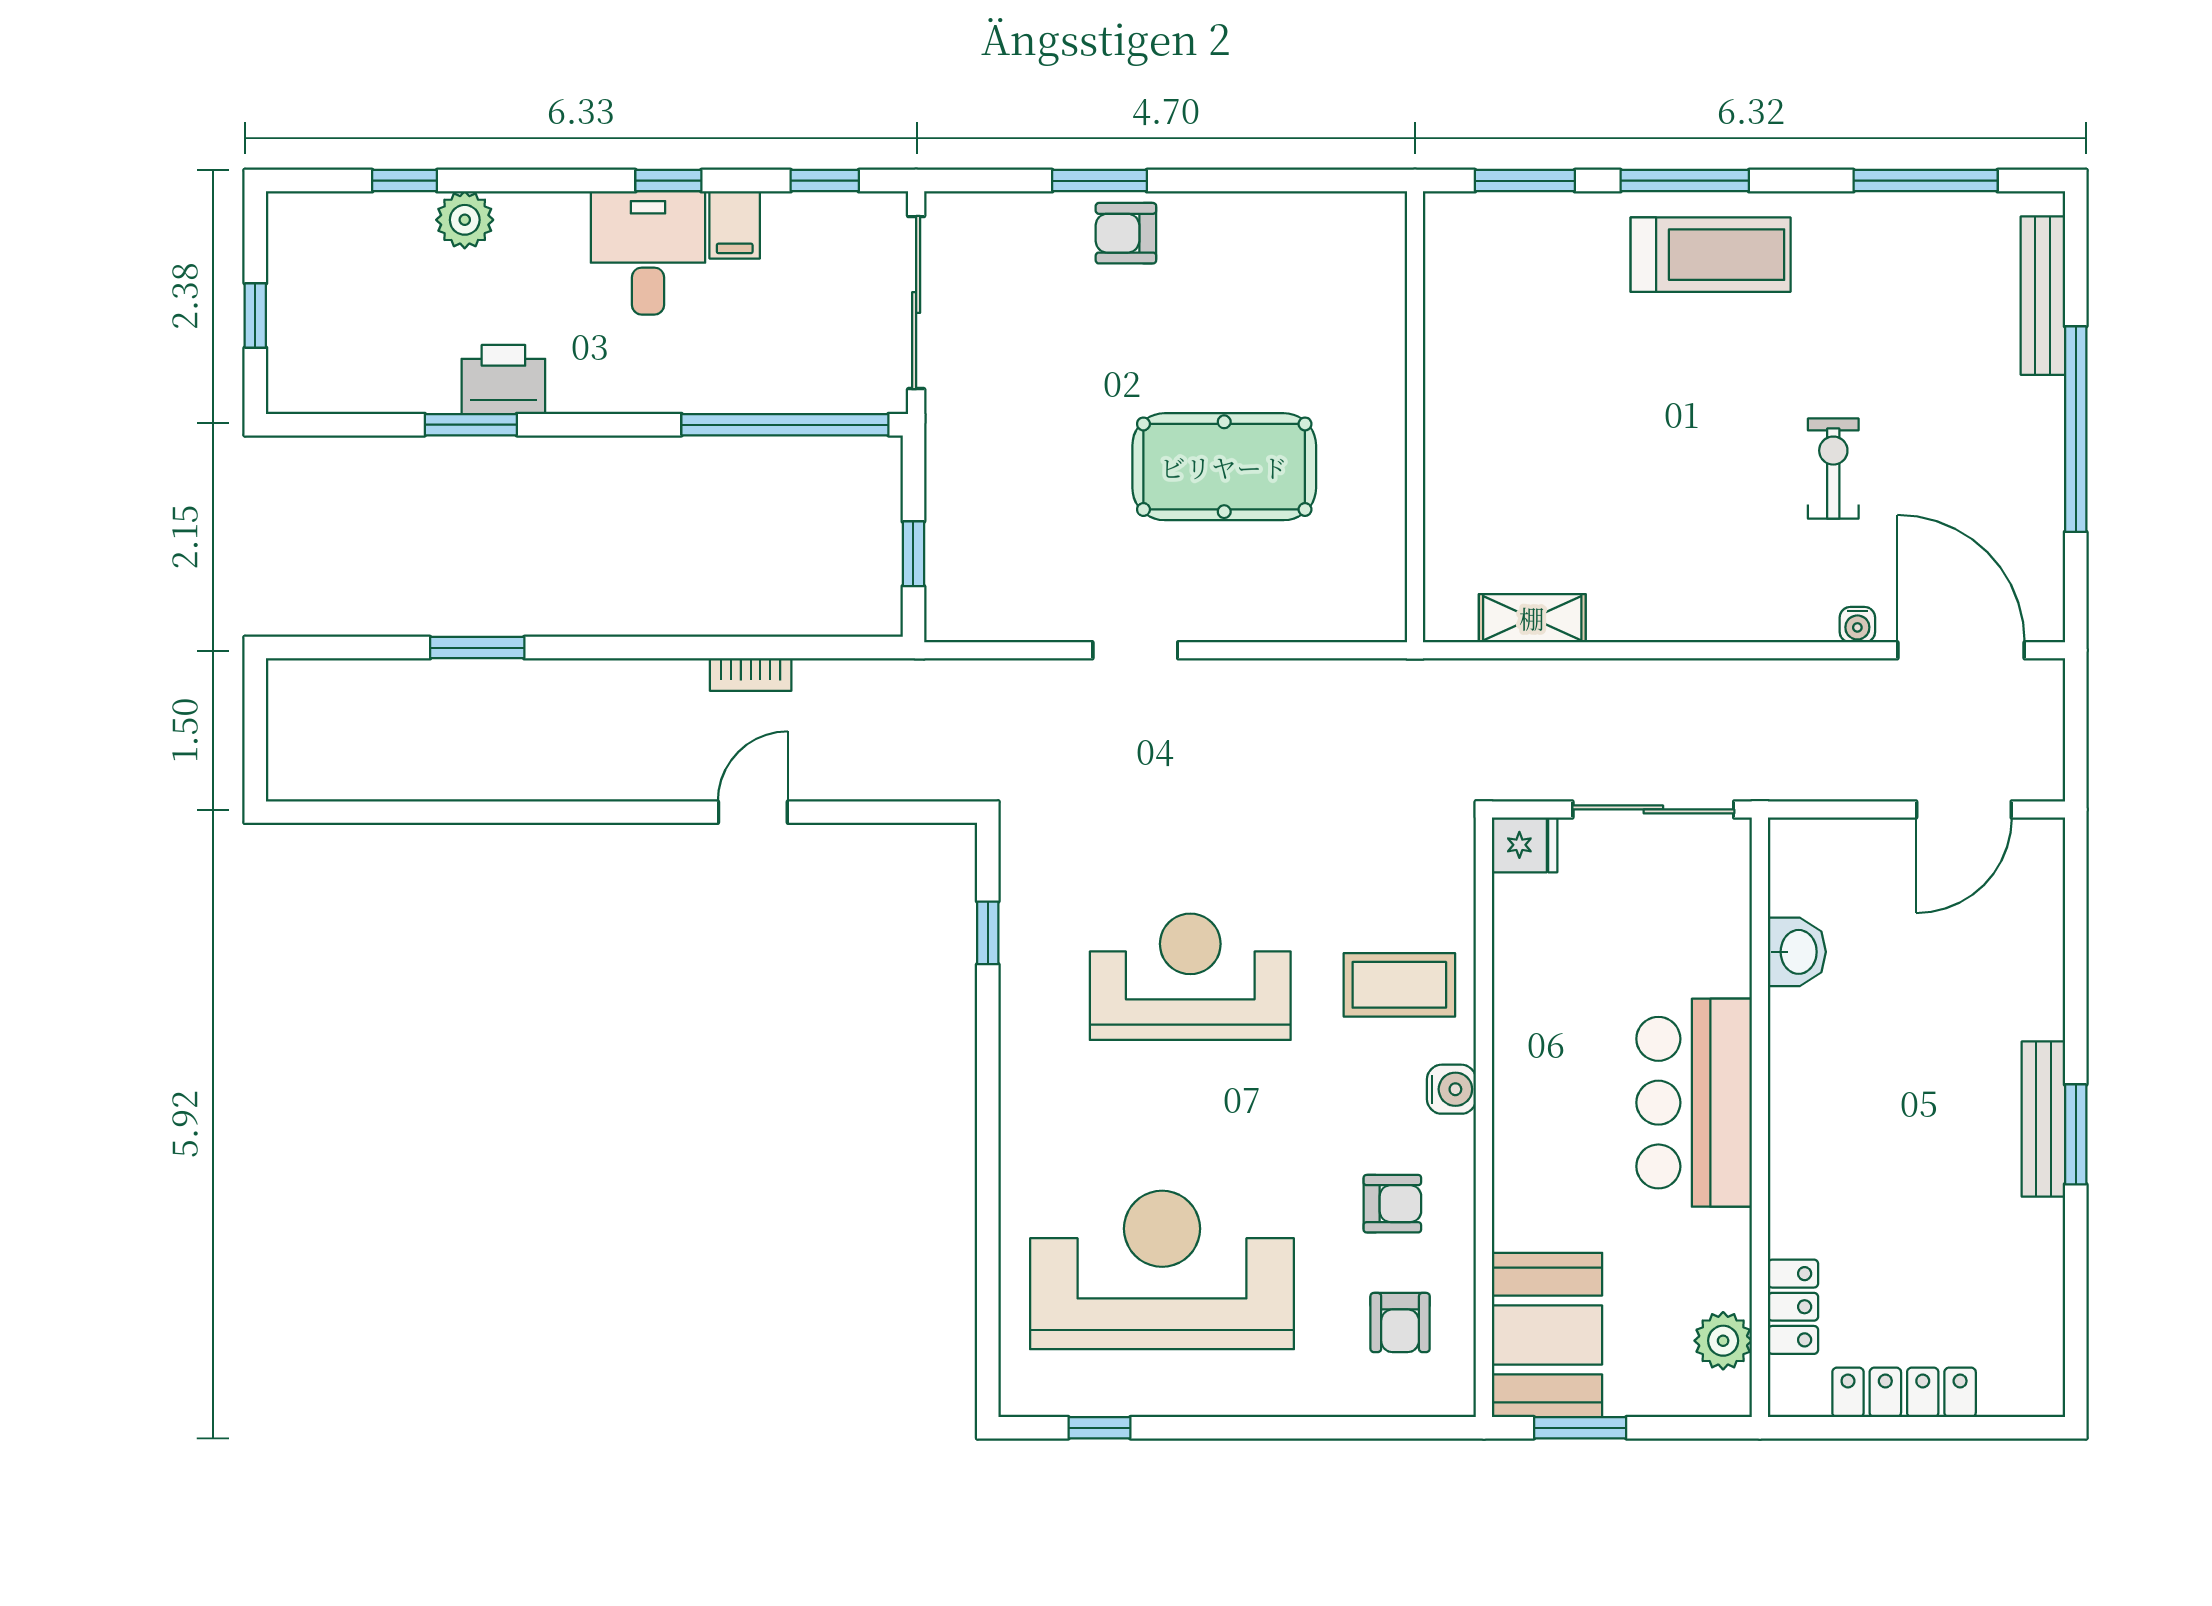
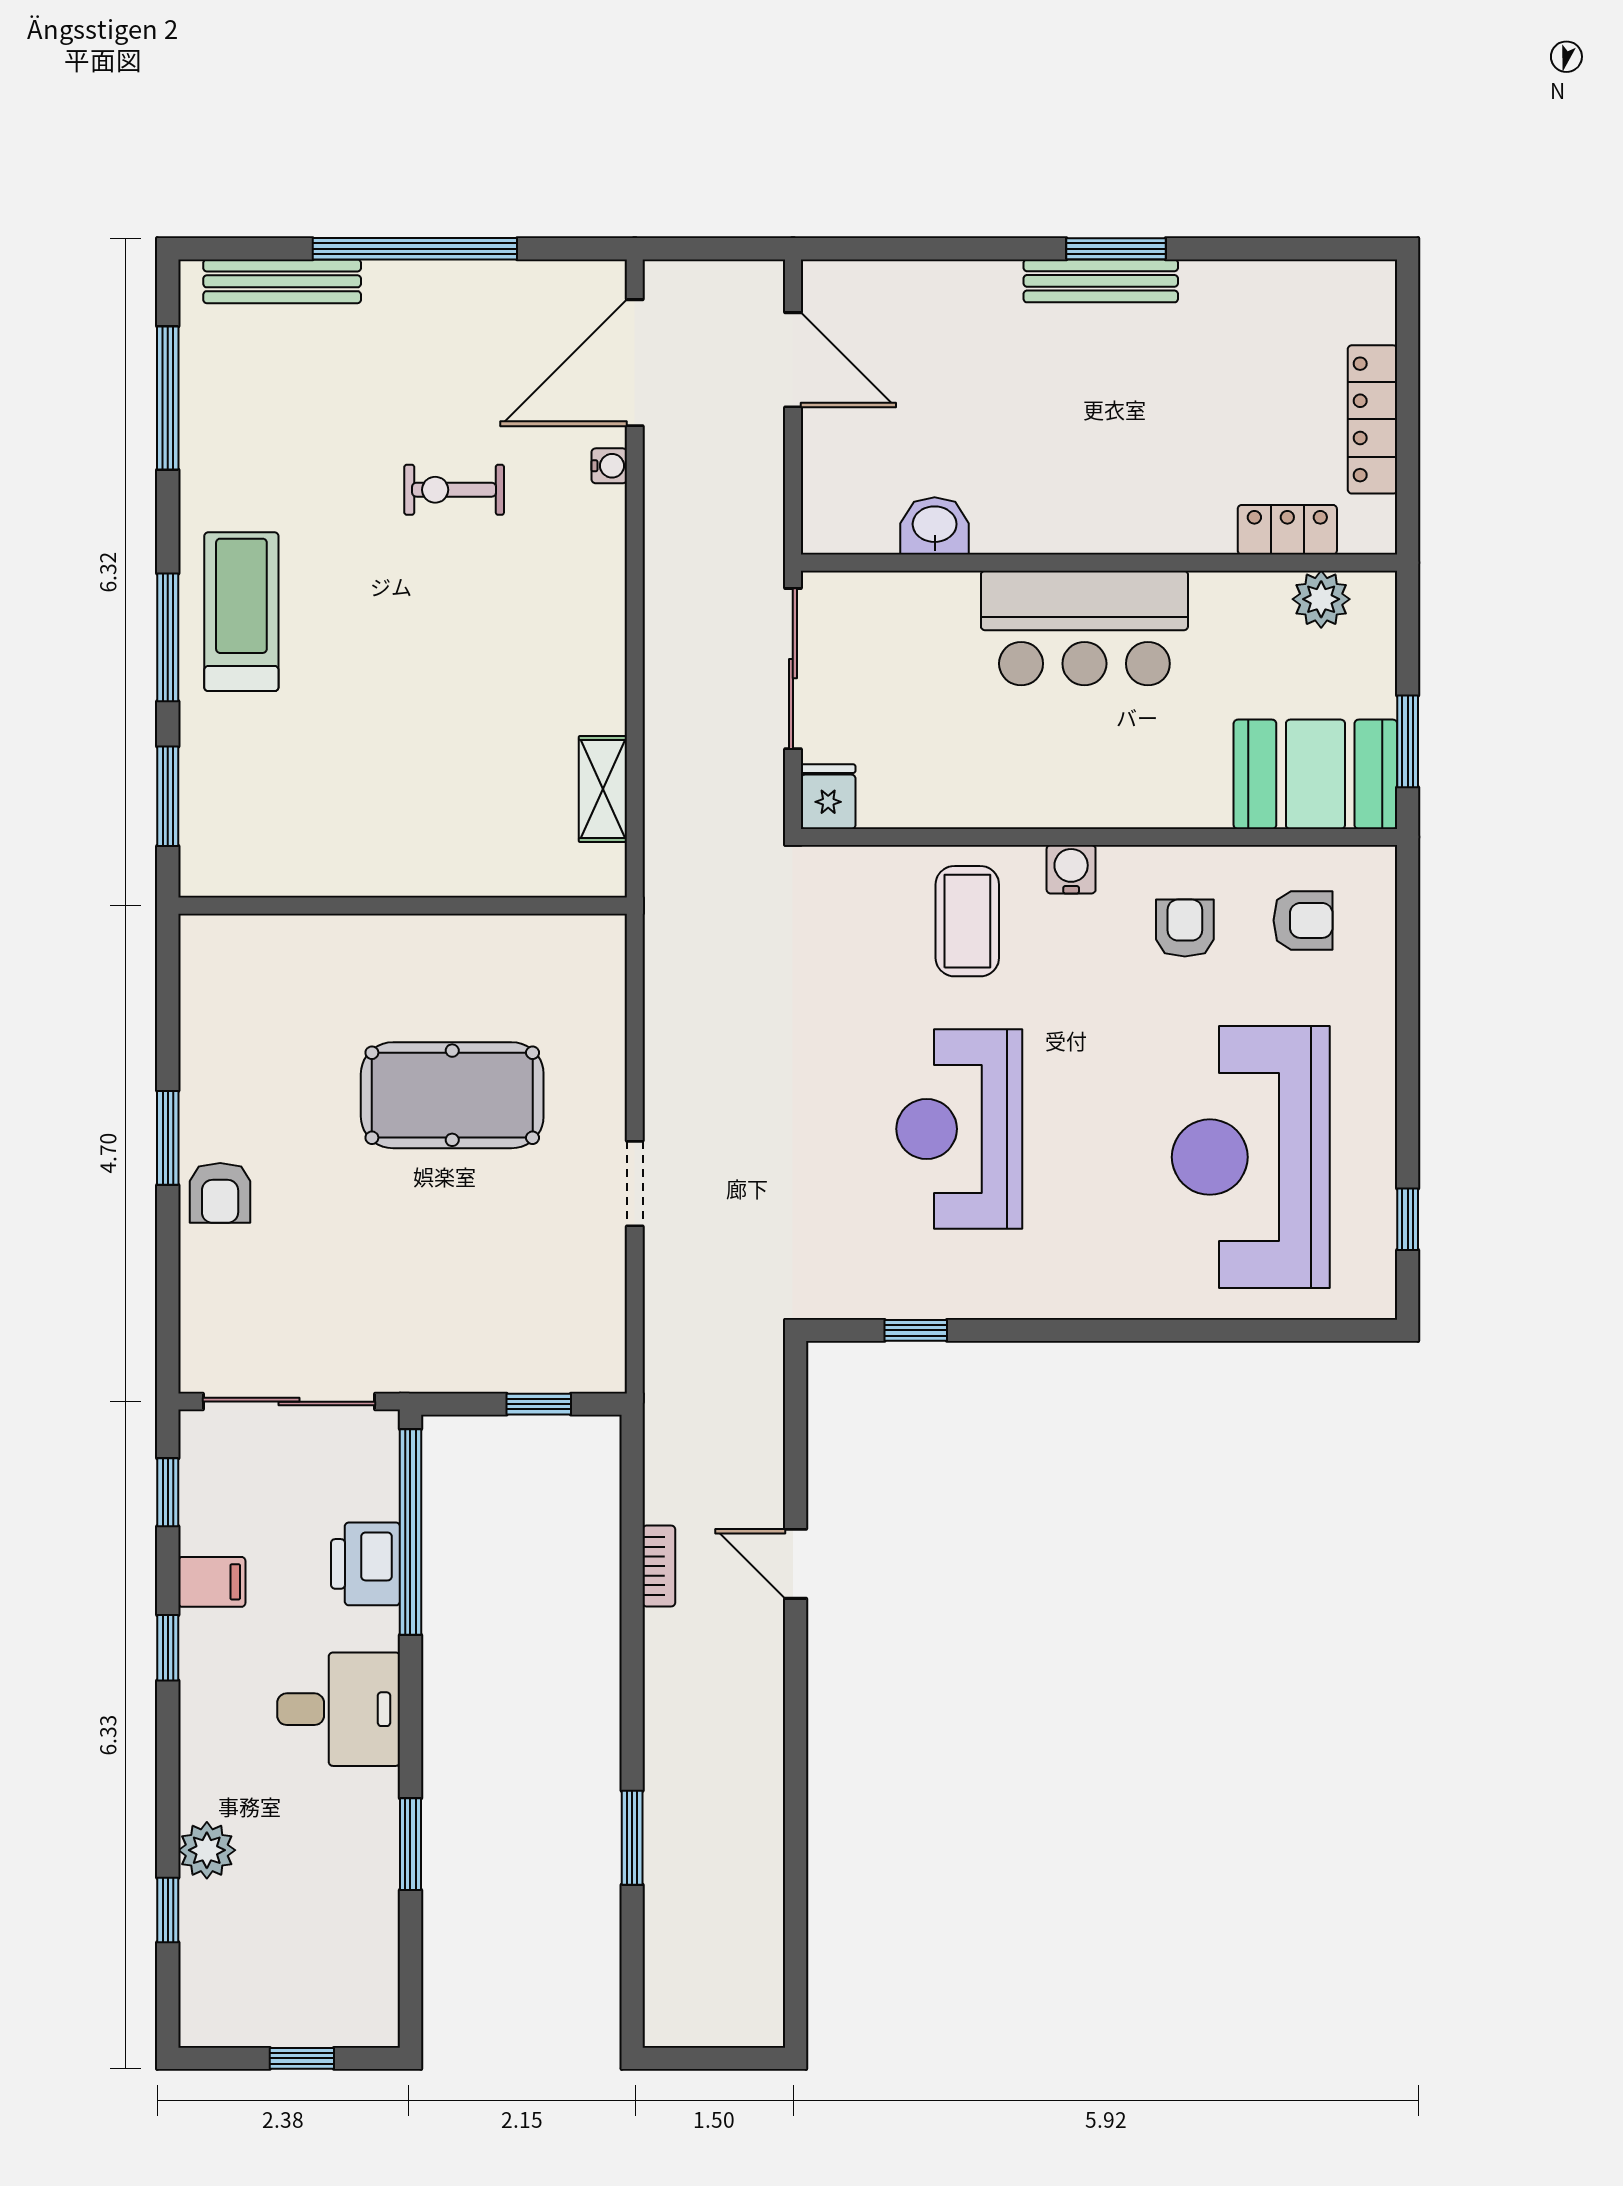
window: (1100, 181) -> (168, 1138), moved
desk: (648, 253) -> (339, 1709), moved, turned 180
printer: (503, 380) -> (366, 1564), moved
pool table: (1224, 467) -> (452, 1095), turned 90

